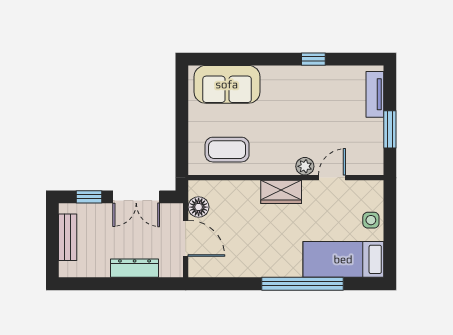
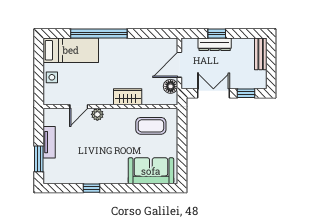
tv unit: (375, 94) -> (49, 142), moved
window: (390, 129) -> (39, 159), moved
wardrobe: (281, 192) -> (128, 97), moved
bench: (68, 237) -> (261, 54), moved
door: (186, 238) -> (179, 65), hinge flipped
window: (131, 284) -> (217, 33), added

